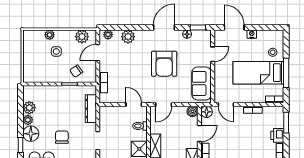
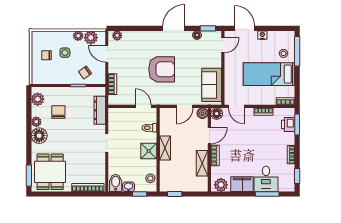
plant: (50, 35) -> (78, 36), moved
plant: (128, 37) -> (137, 38), removed
door: (98, 53) -> (107, 54), hinge flipped
chair: (38, 54) -> (46, 55), added
door: (213, 54) -> (223, 45), moved
armchair: (164, 64) -> (162, 69), moved, turned -90
window: (286, 73) -> (297, 51), moved
door: (164, 105) -> (185, 106), moved
plant: (29, 108) -> (38, 99), moved
printer: (277, 135) -> (288, 124), moved
chair: (62, 137) -> (58, 112), moved
window: (21, 145) -> (29, 147), removed

